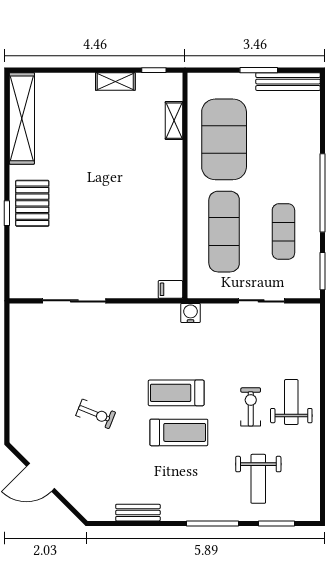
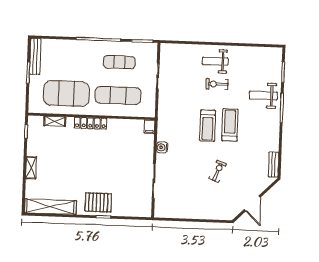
shelving: (115, 81) -> (31, 168), moved
locker: (173, 184) -> (90, 123), added
water cooler: (191, 313) -> (162, 147), moved
weight bench: (258, 479) -> (263, 96), moved, turned 180
bench: (138, 513) -> (273, 165), moved

